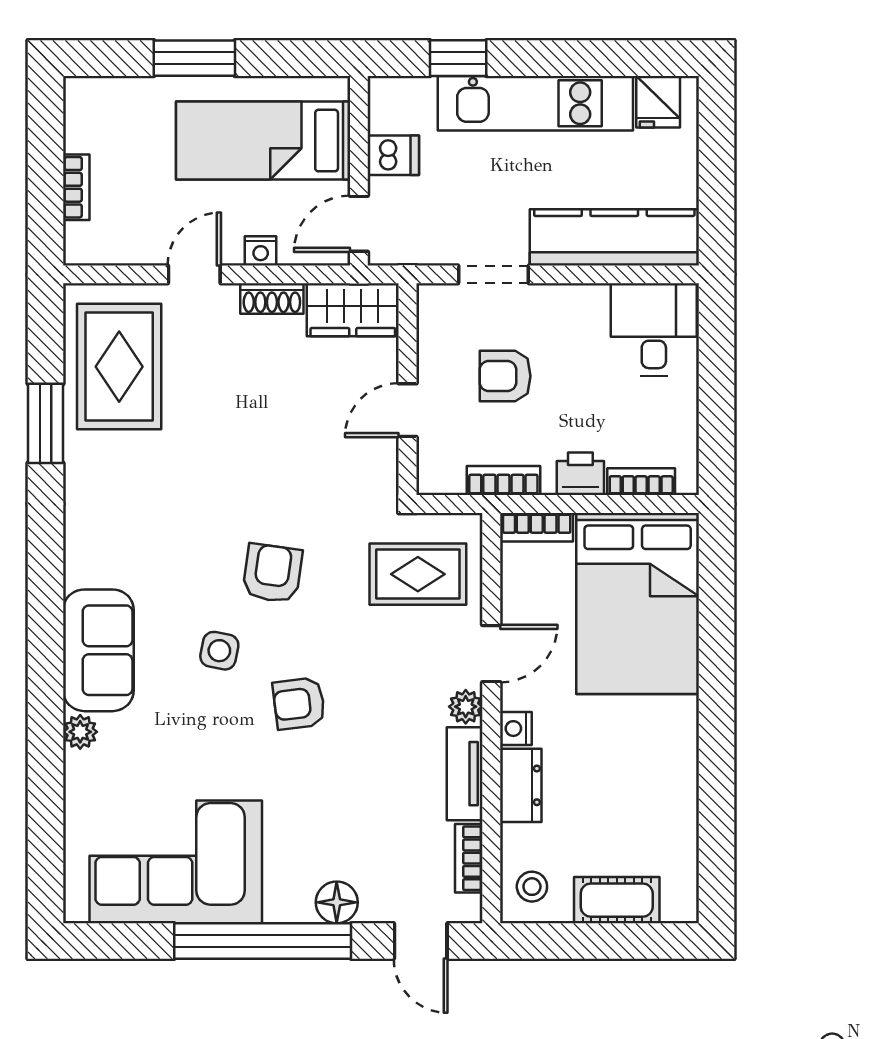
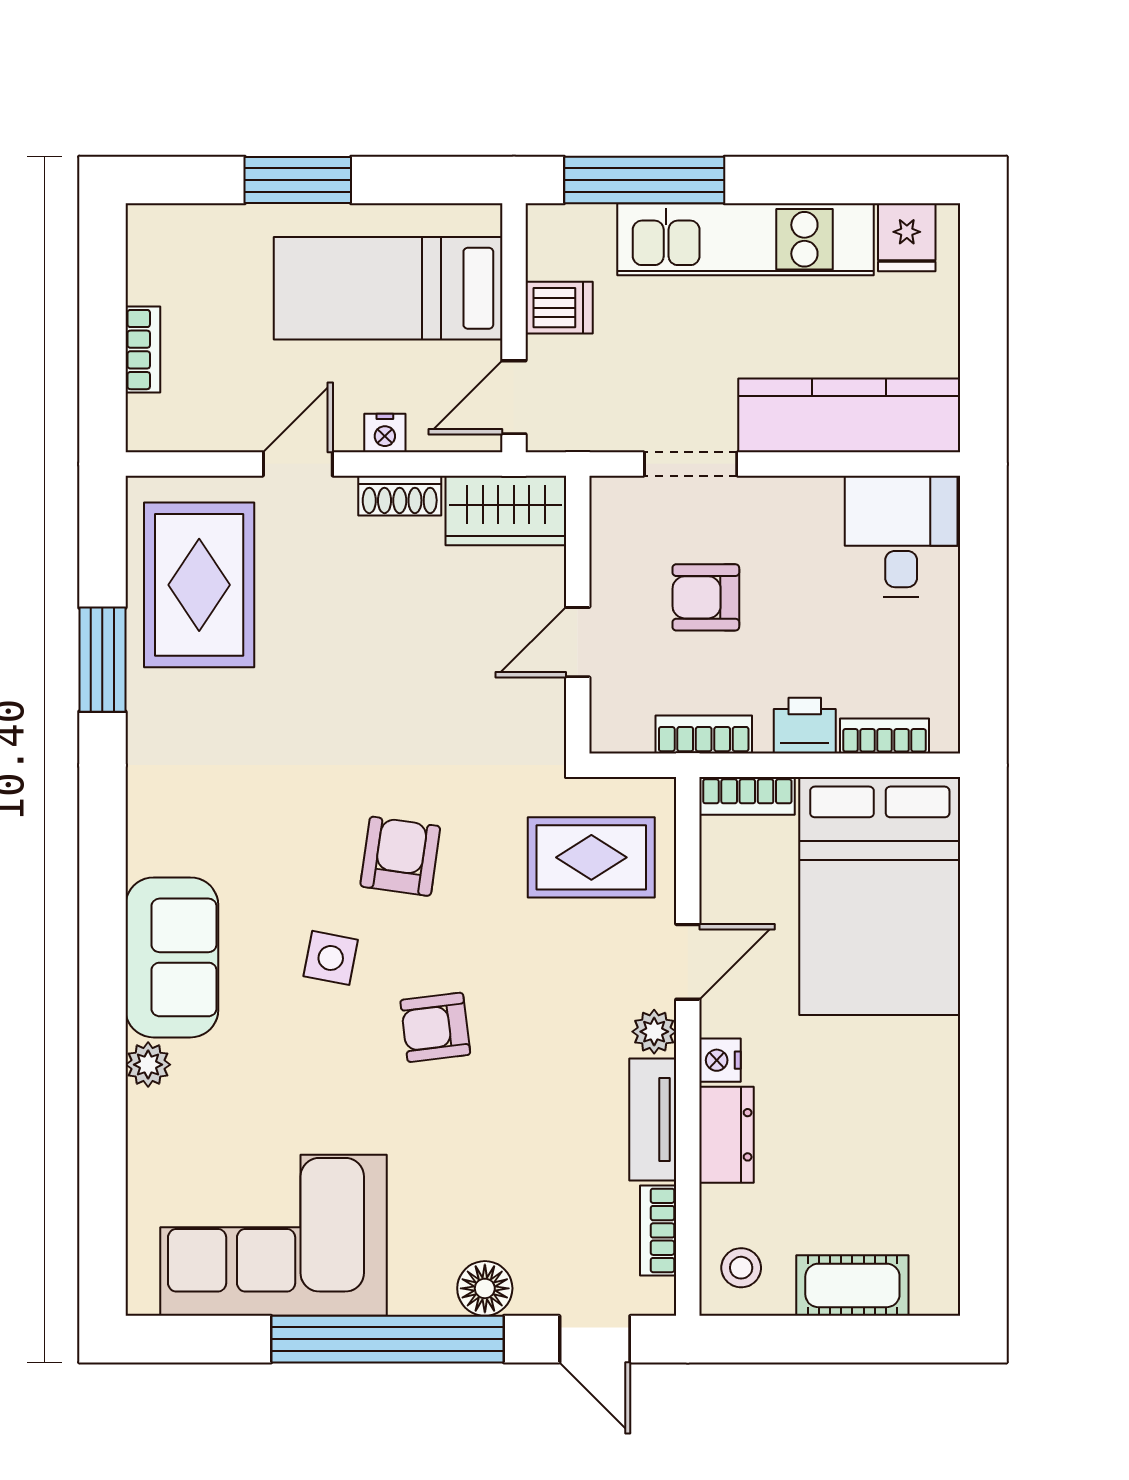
window: (458, 58) -> (644, 180), width x2.17

